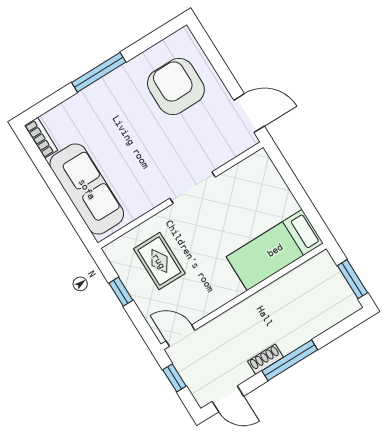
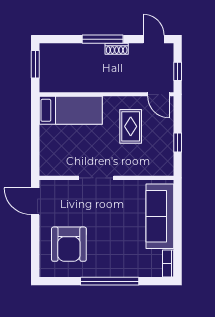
window: (99, 72) -> (110, 281), width x1.46
rug: (159, 261) -> (131, 126), moved

